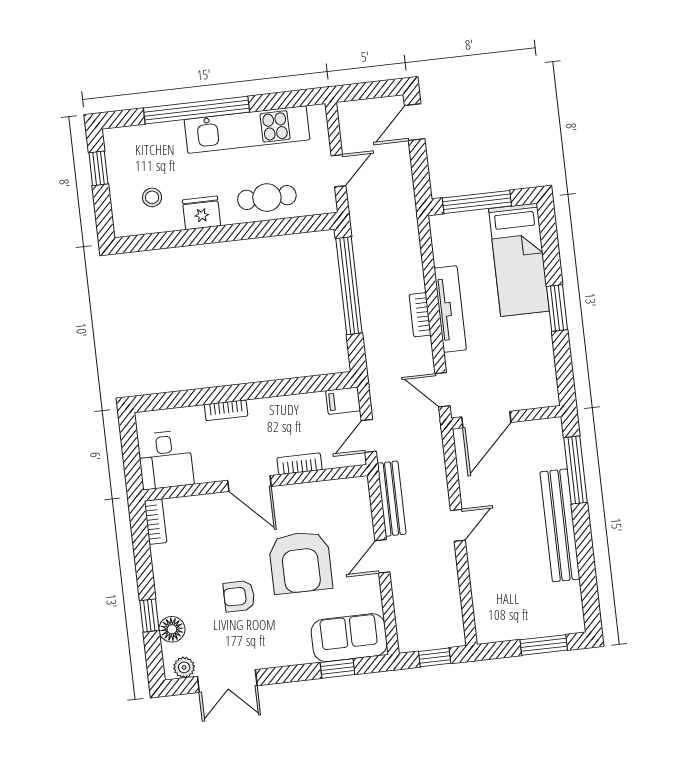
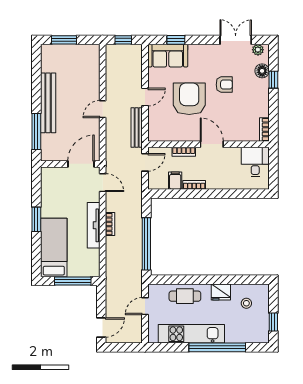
filing cabinet: (343, 401) -> (175, 181), moved, turned -90
bookcase: (226, 410) -> (194, 185), moved

